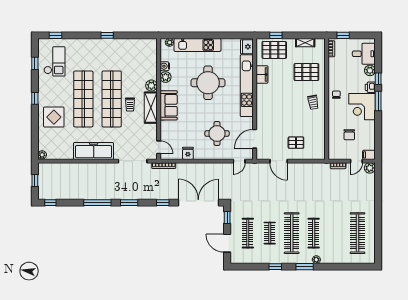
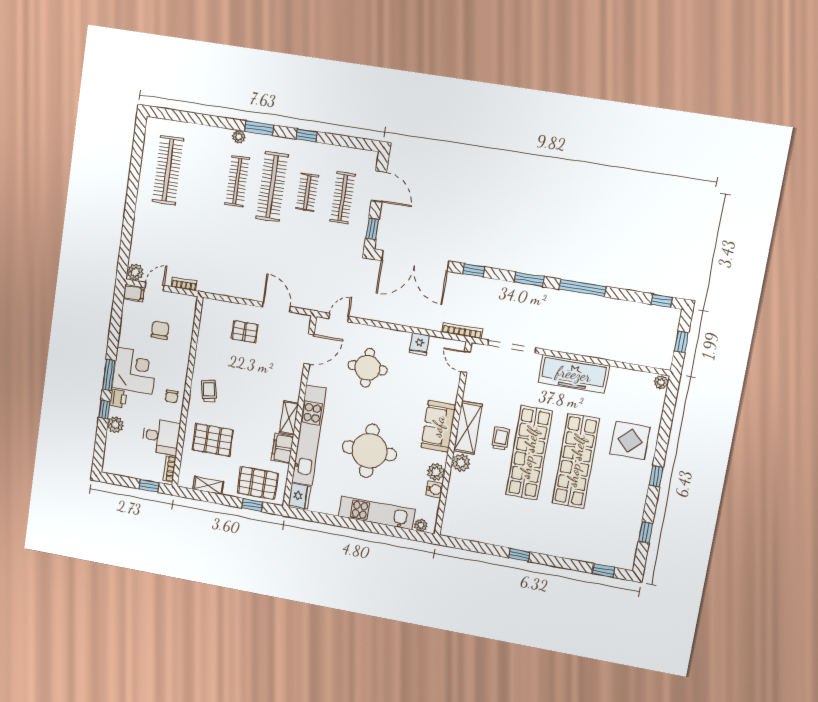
desk: (364, 54) -> (161, 437), moved, turned 180
checkout: (55, 61) -> (612, 530), removed
shelving: (261, 94) -> (289, 418), added

